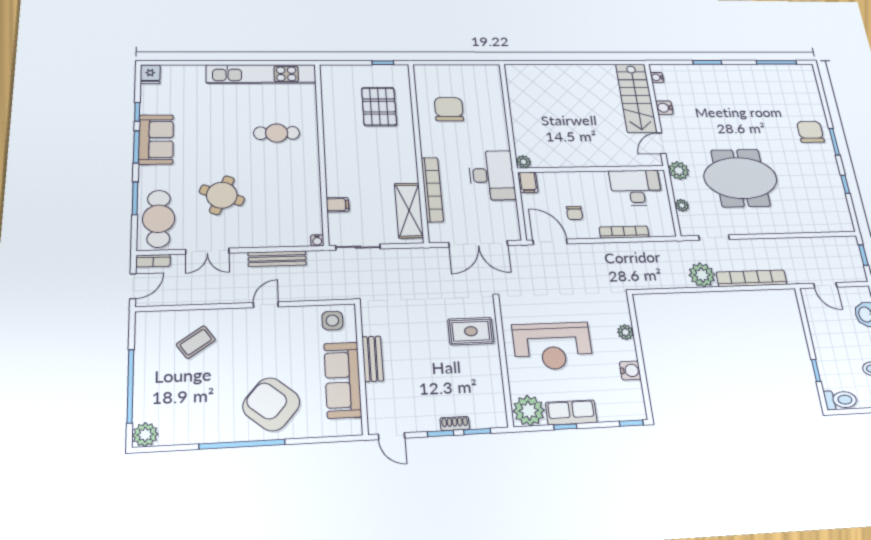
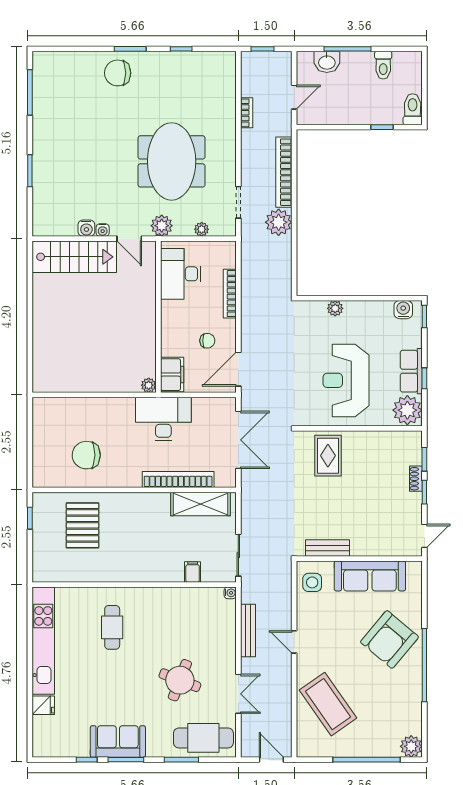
fridge: (150, 74) -> (43, 705), moved
water cooler: (657, 77) -> (103, 230), moved
pallet: (379, 107) -> (83, 525), turned 90
filing cabinet: (528, 182) -> (172, 375), width x2.00
bookcase: (153, 261) -> (247, 113), moved
coffee table: (196, 342) -> (328, 704), width x1.86, depth x1.72
reception desk: (553, 346) -> (346, 380), turned 180
bench: (373, 359) -> (328, 548), moved
water cooler: (630, 371) -> (403, 310), moved

